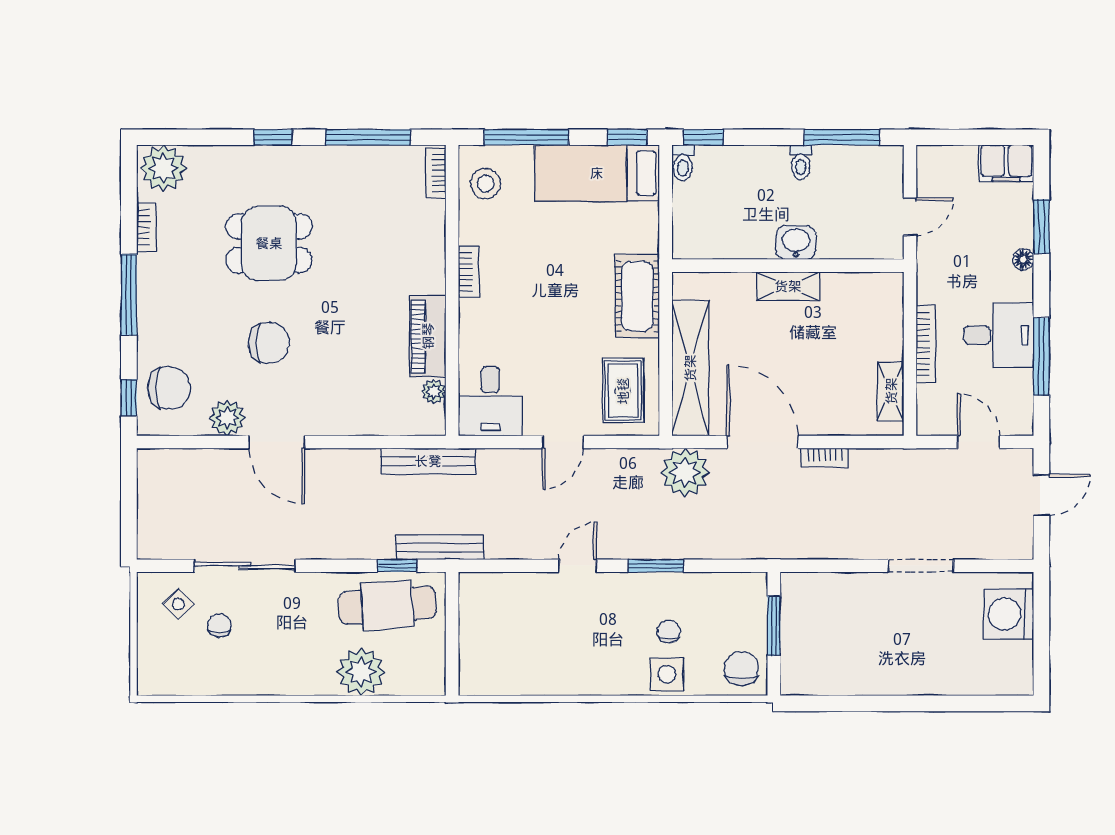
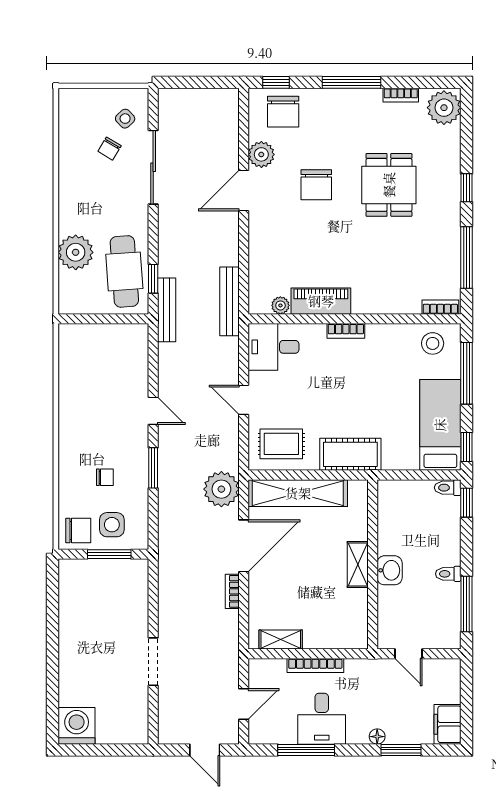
bookcase: (469, 272) -> (346, 331), moved
washing machine: (1009, 614) -> (77, 726), moved
chair: (219, 625) -> (110, 149), turned 121
side table: (667, 674) -> (112, 525), moved

